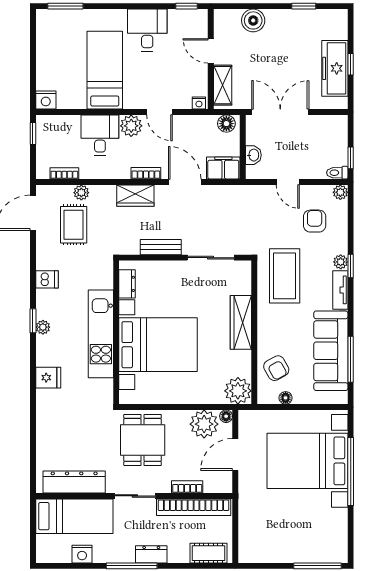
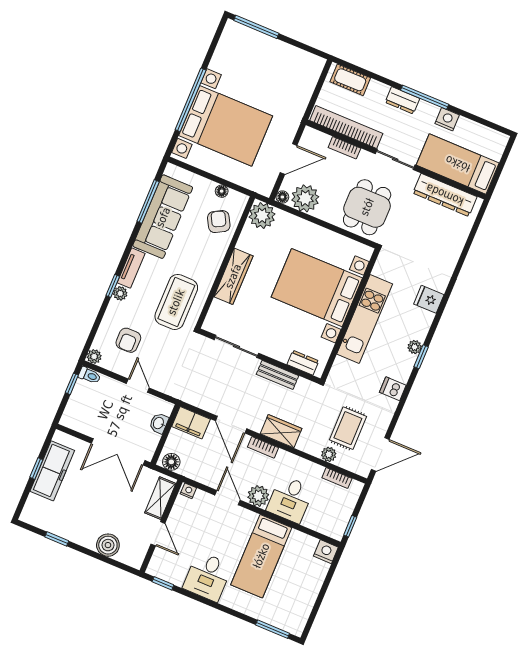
dresser: (127, 284) -> (303, 363), moved, turned 90
nightstand: (82, 554) -> (447, 119), moved

